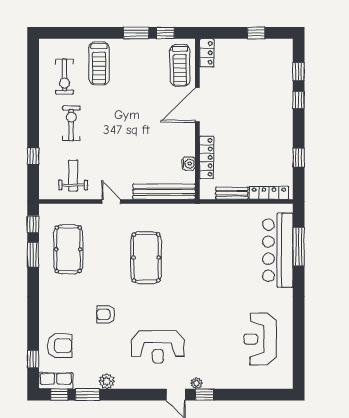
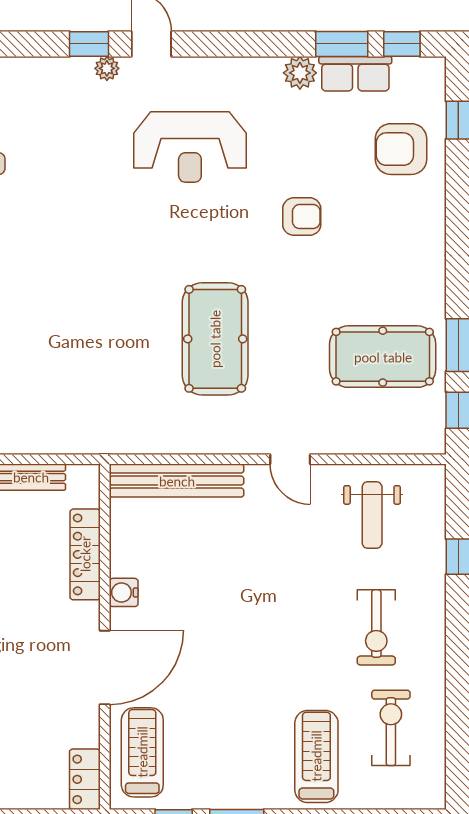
water cooler: (189, 164) -> (124, 592), moved
pool table: (68, 249) -> (383, 357), turned 90
reception desk: (158, 347) -> (190, 147), turned 180
row of seats: (56, 381) -> (355, 74), moved

